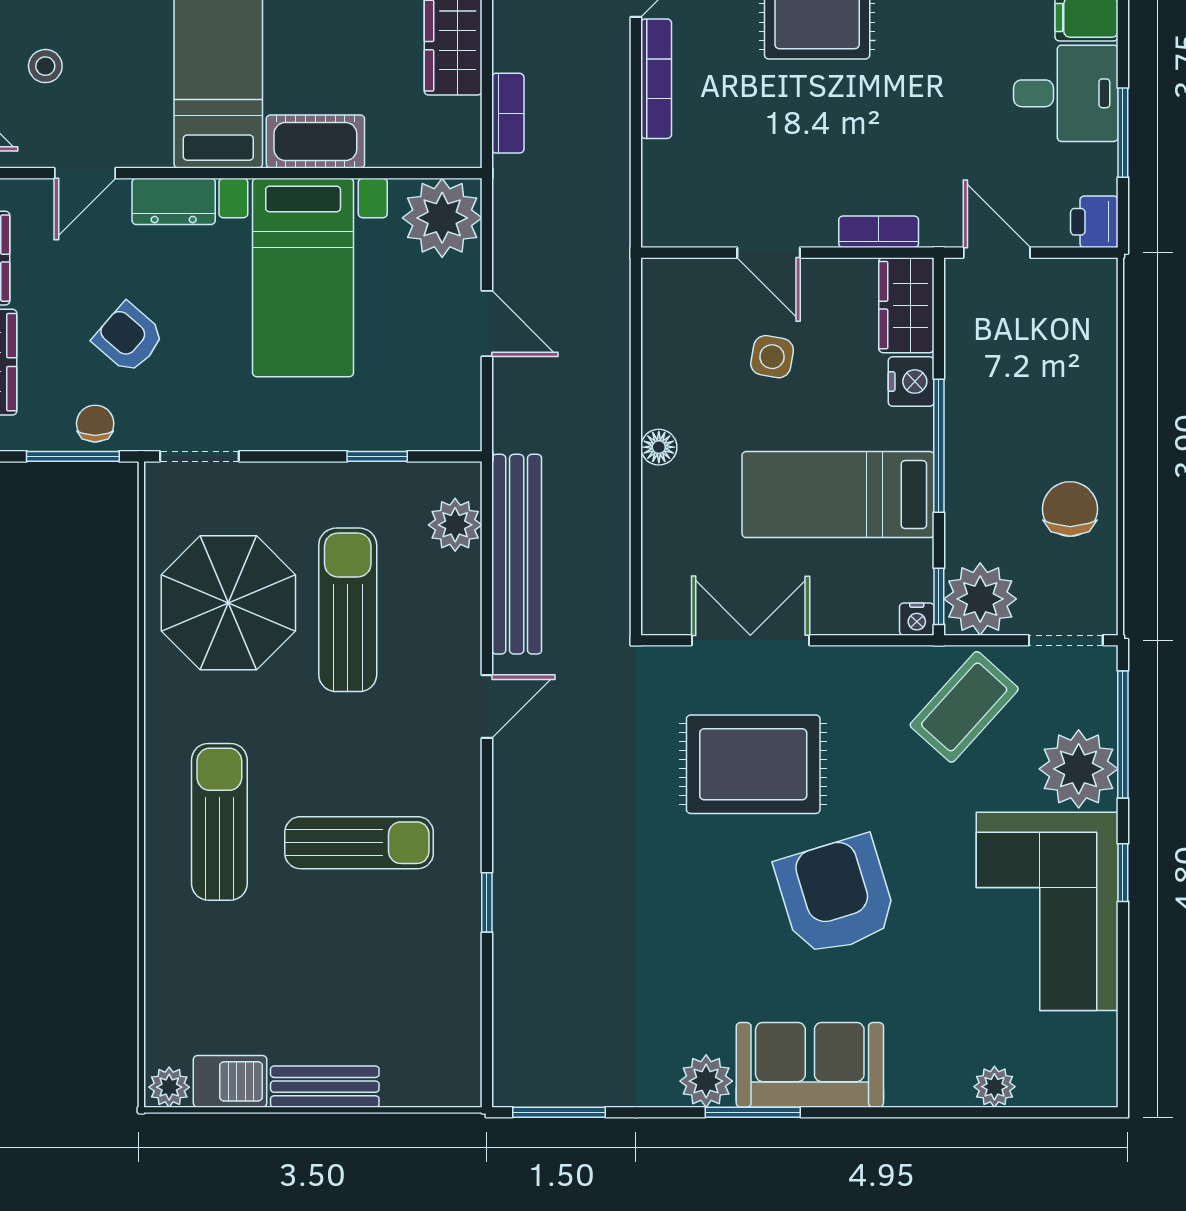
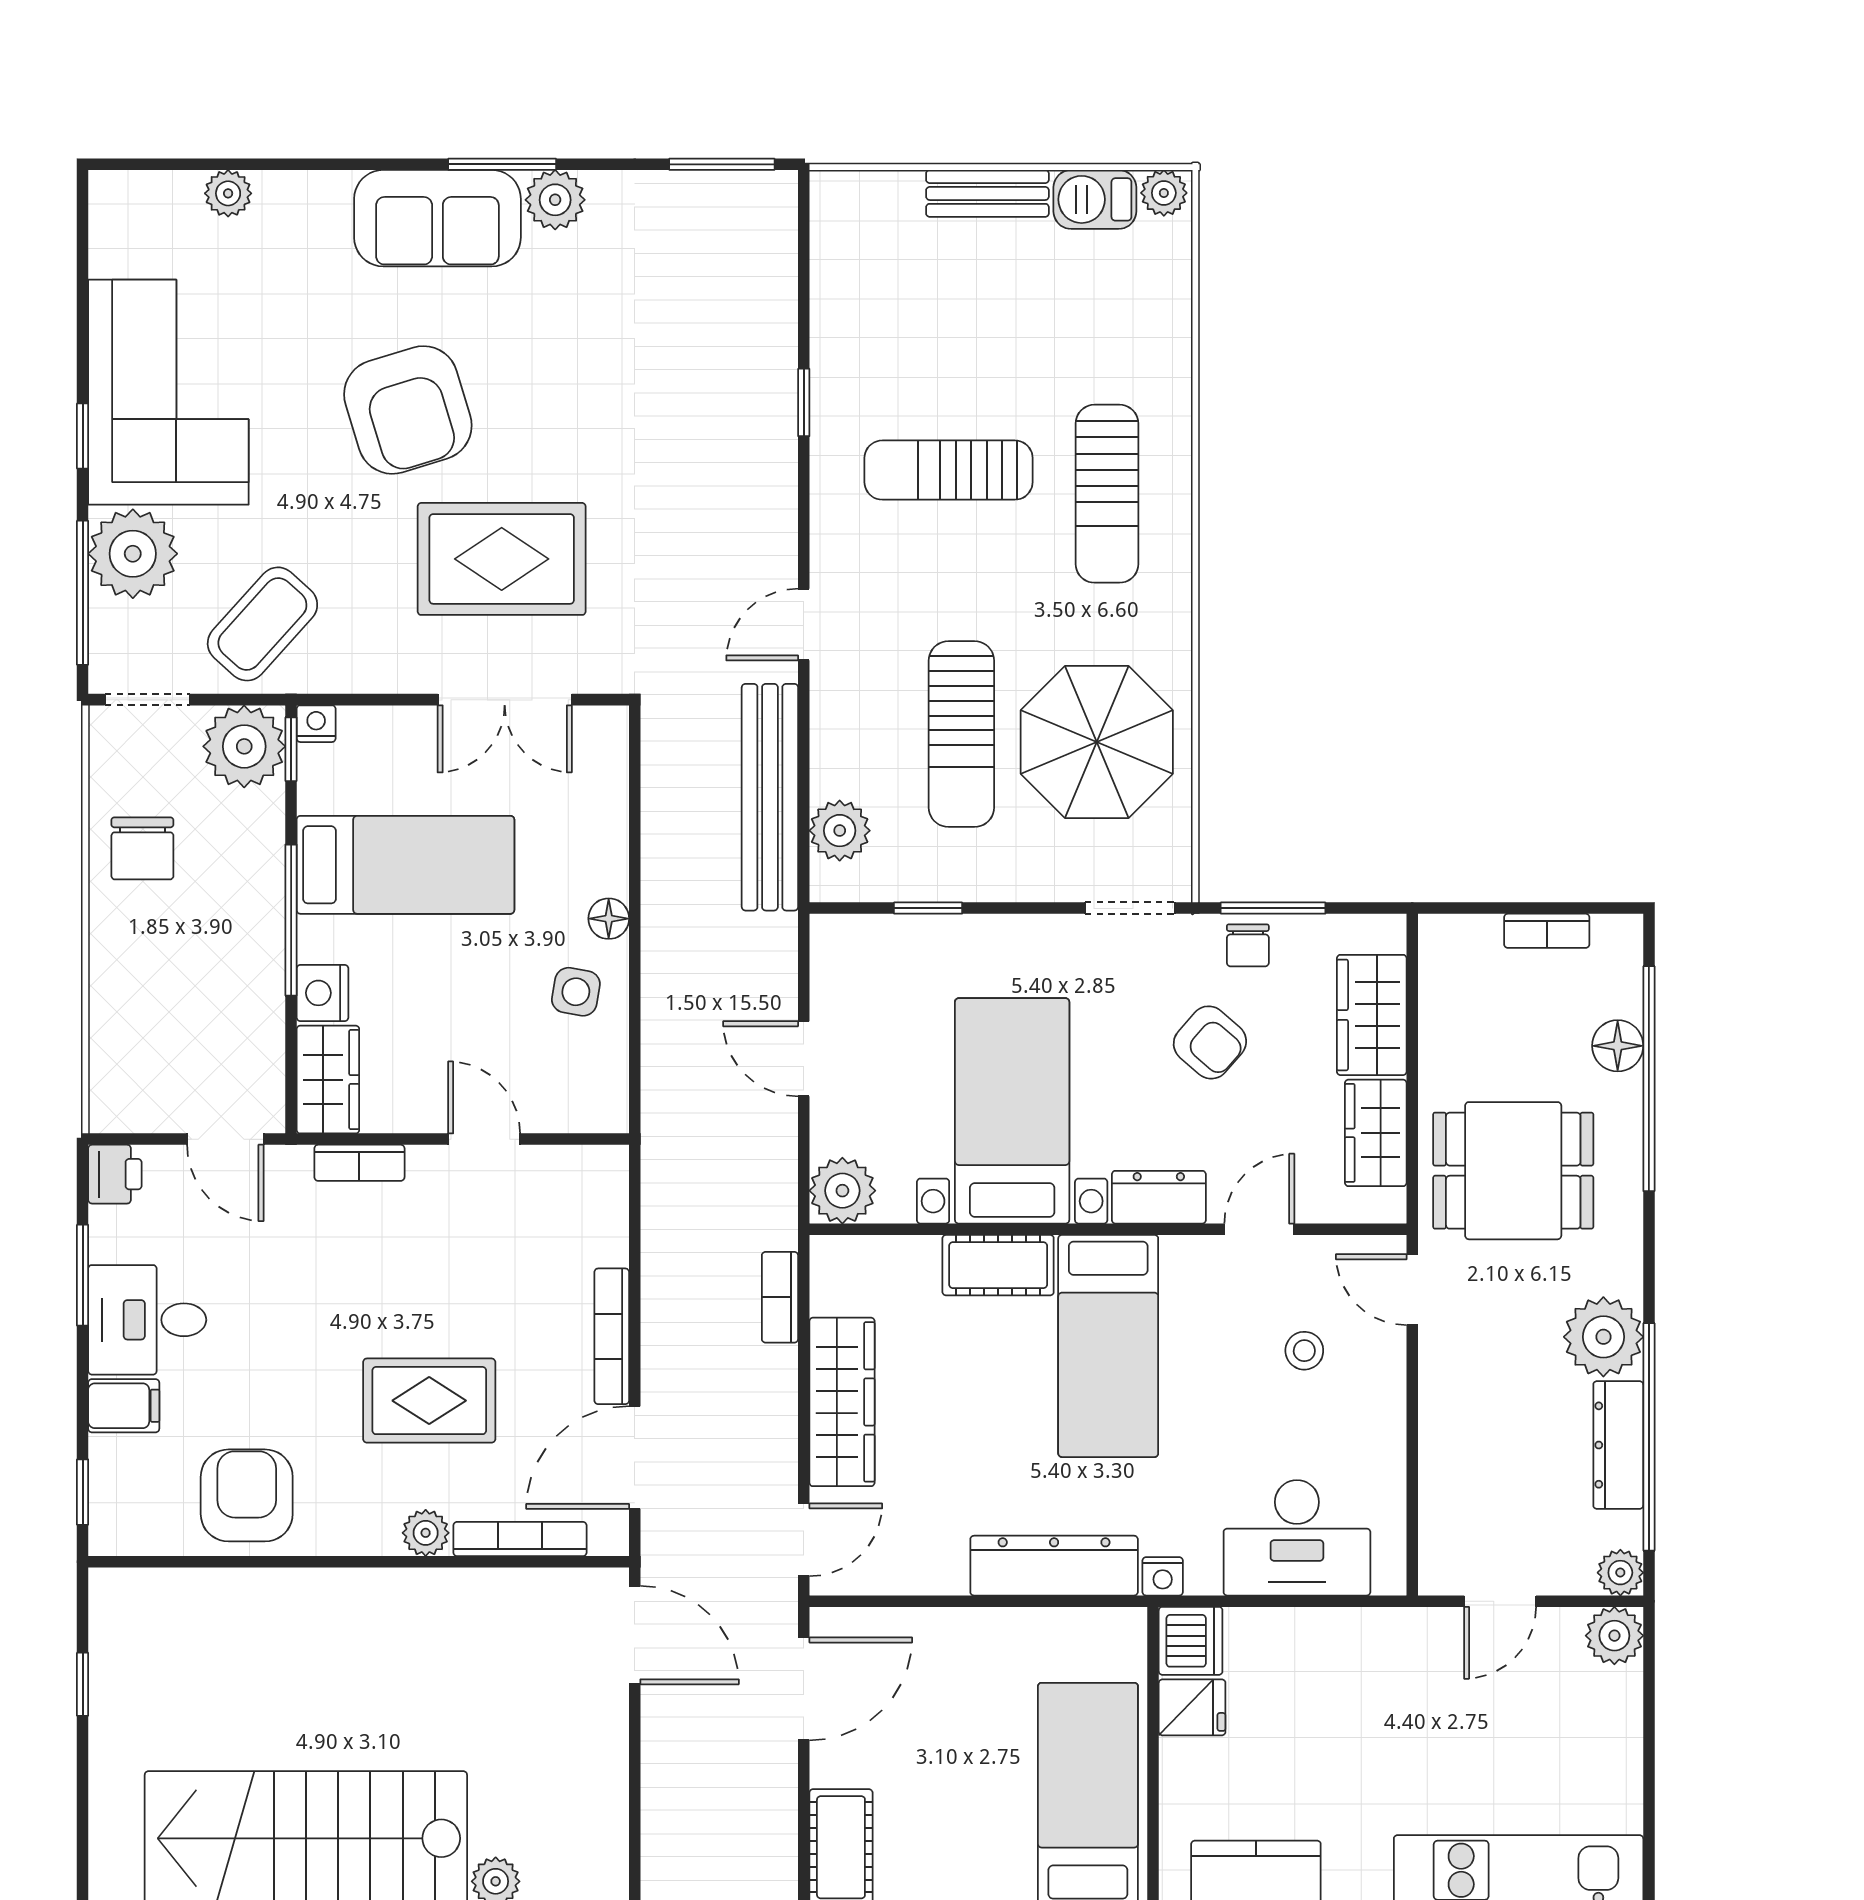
plant: (442, 218) -> (842, 1191), width x0.73, depth x0.73
side table: (772, 357) -> (576, 992), moved

